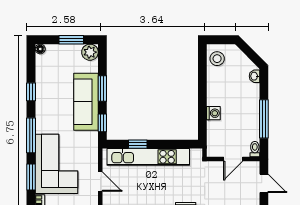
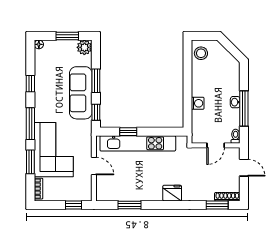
washbasin: (254, 76) -> (235, 102), moved

